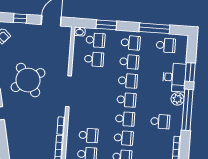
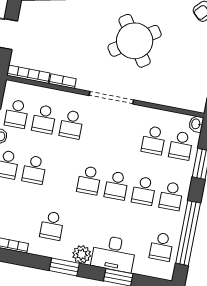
window: (154, 28) -> (188, 233), width x1.46
window: (187, 110) -> (64, 267), width x0.47
school desk: (125, 119) -> (71, 124), moved

